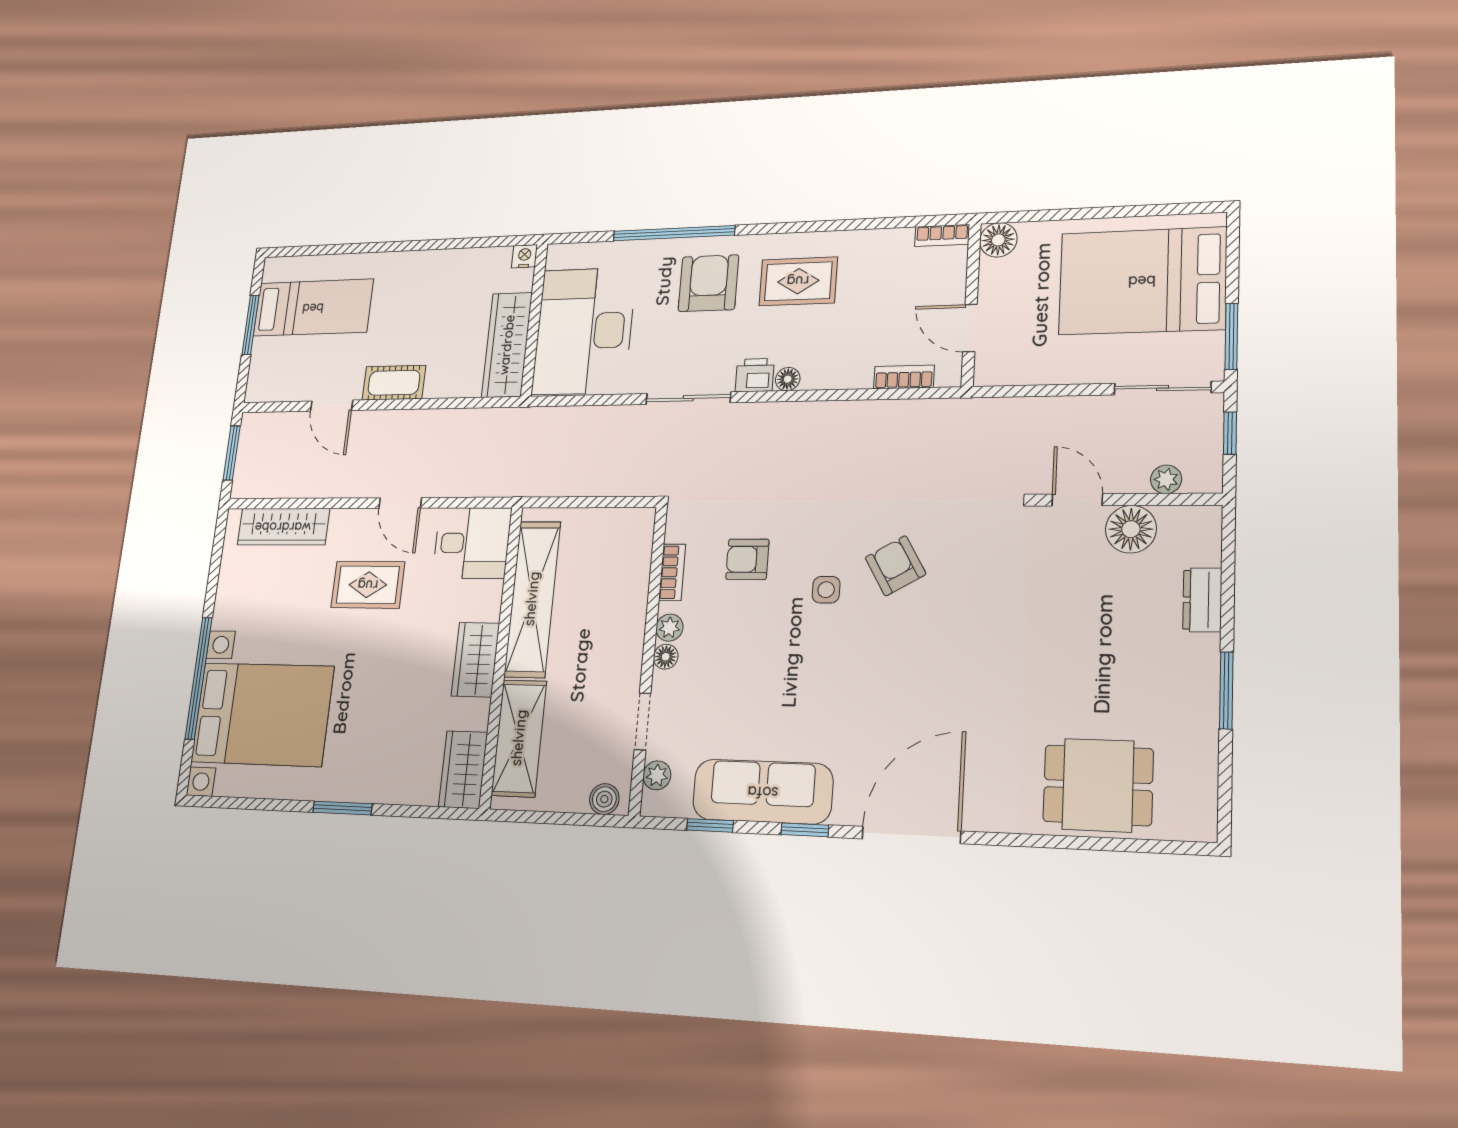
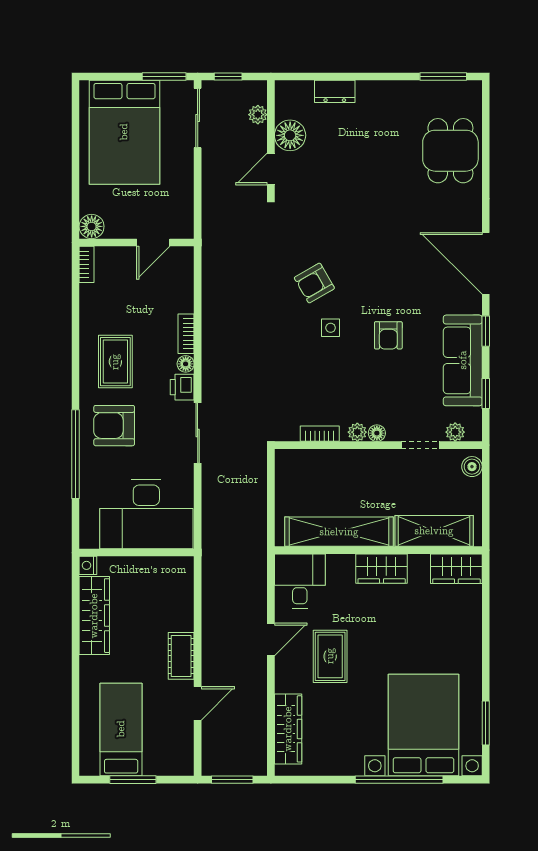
wardrobe: (507, 345) -> (94, 616), moved, turned -90
bookcase: (904, 377) -> (186, 334), moved
armchair: (747, 559) -> (388, 335), moved
window: (1226, 690) -> (443, 76), moved
window: (342, 808) -> (486, 723), moved

